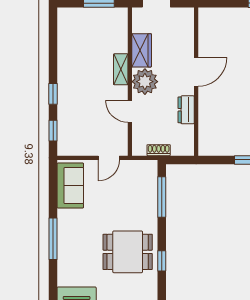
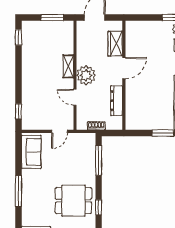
wardrobe: (142, 50) -> (115, 44), moved, turned 180
window: (53, 94) -> (18, 37), moved
dresser: (186, 110) -> (117, 101), width x1.44

